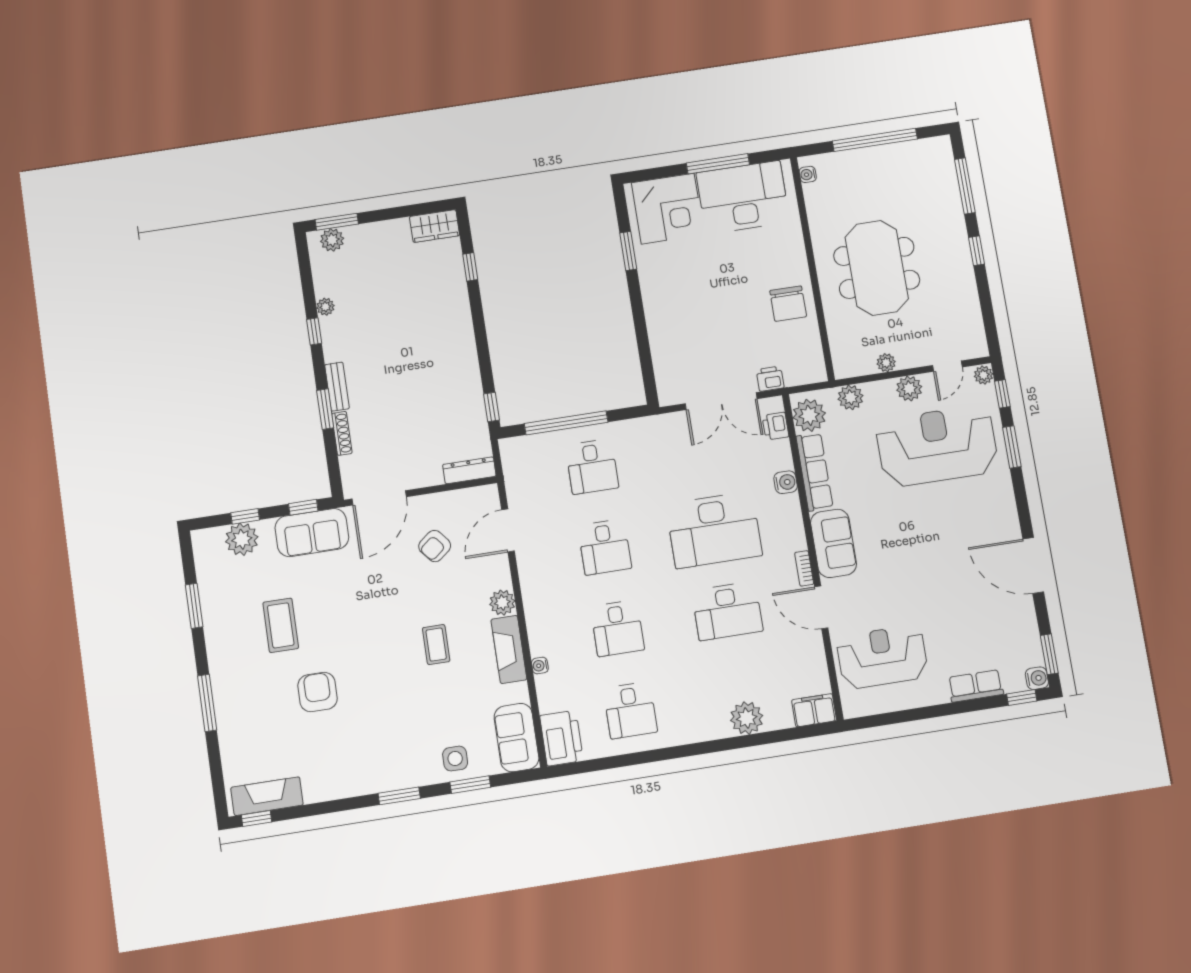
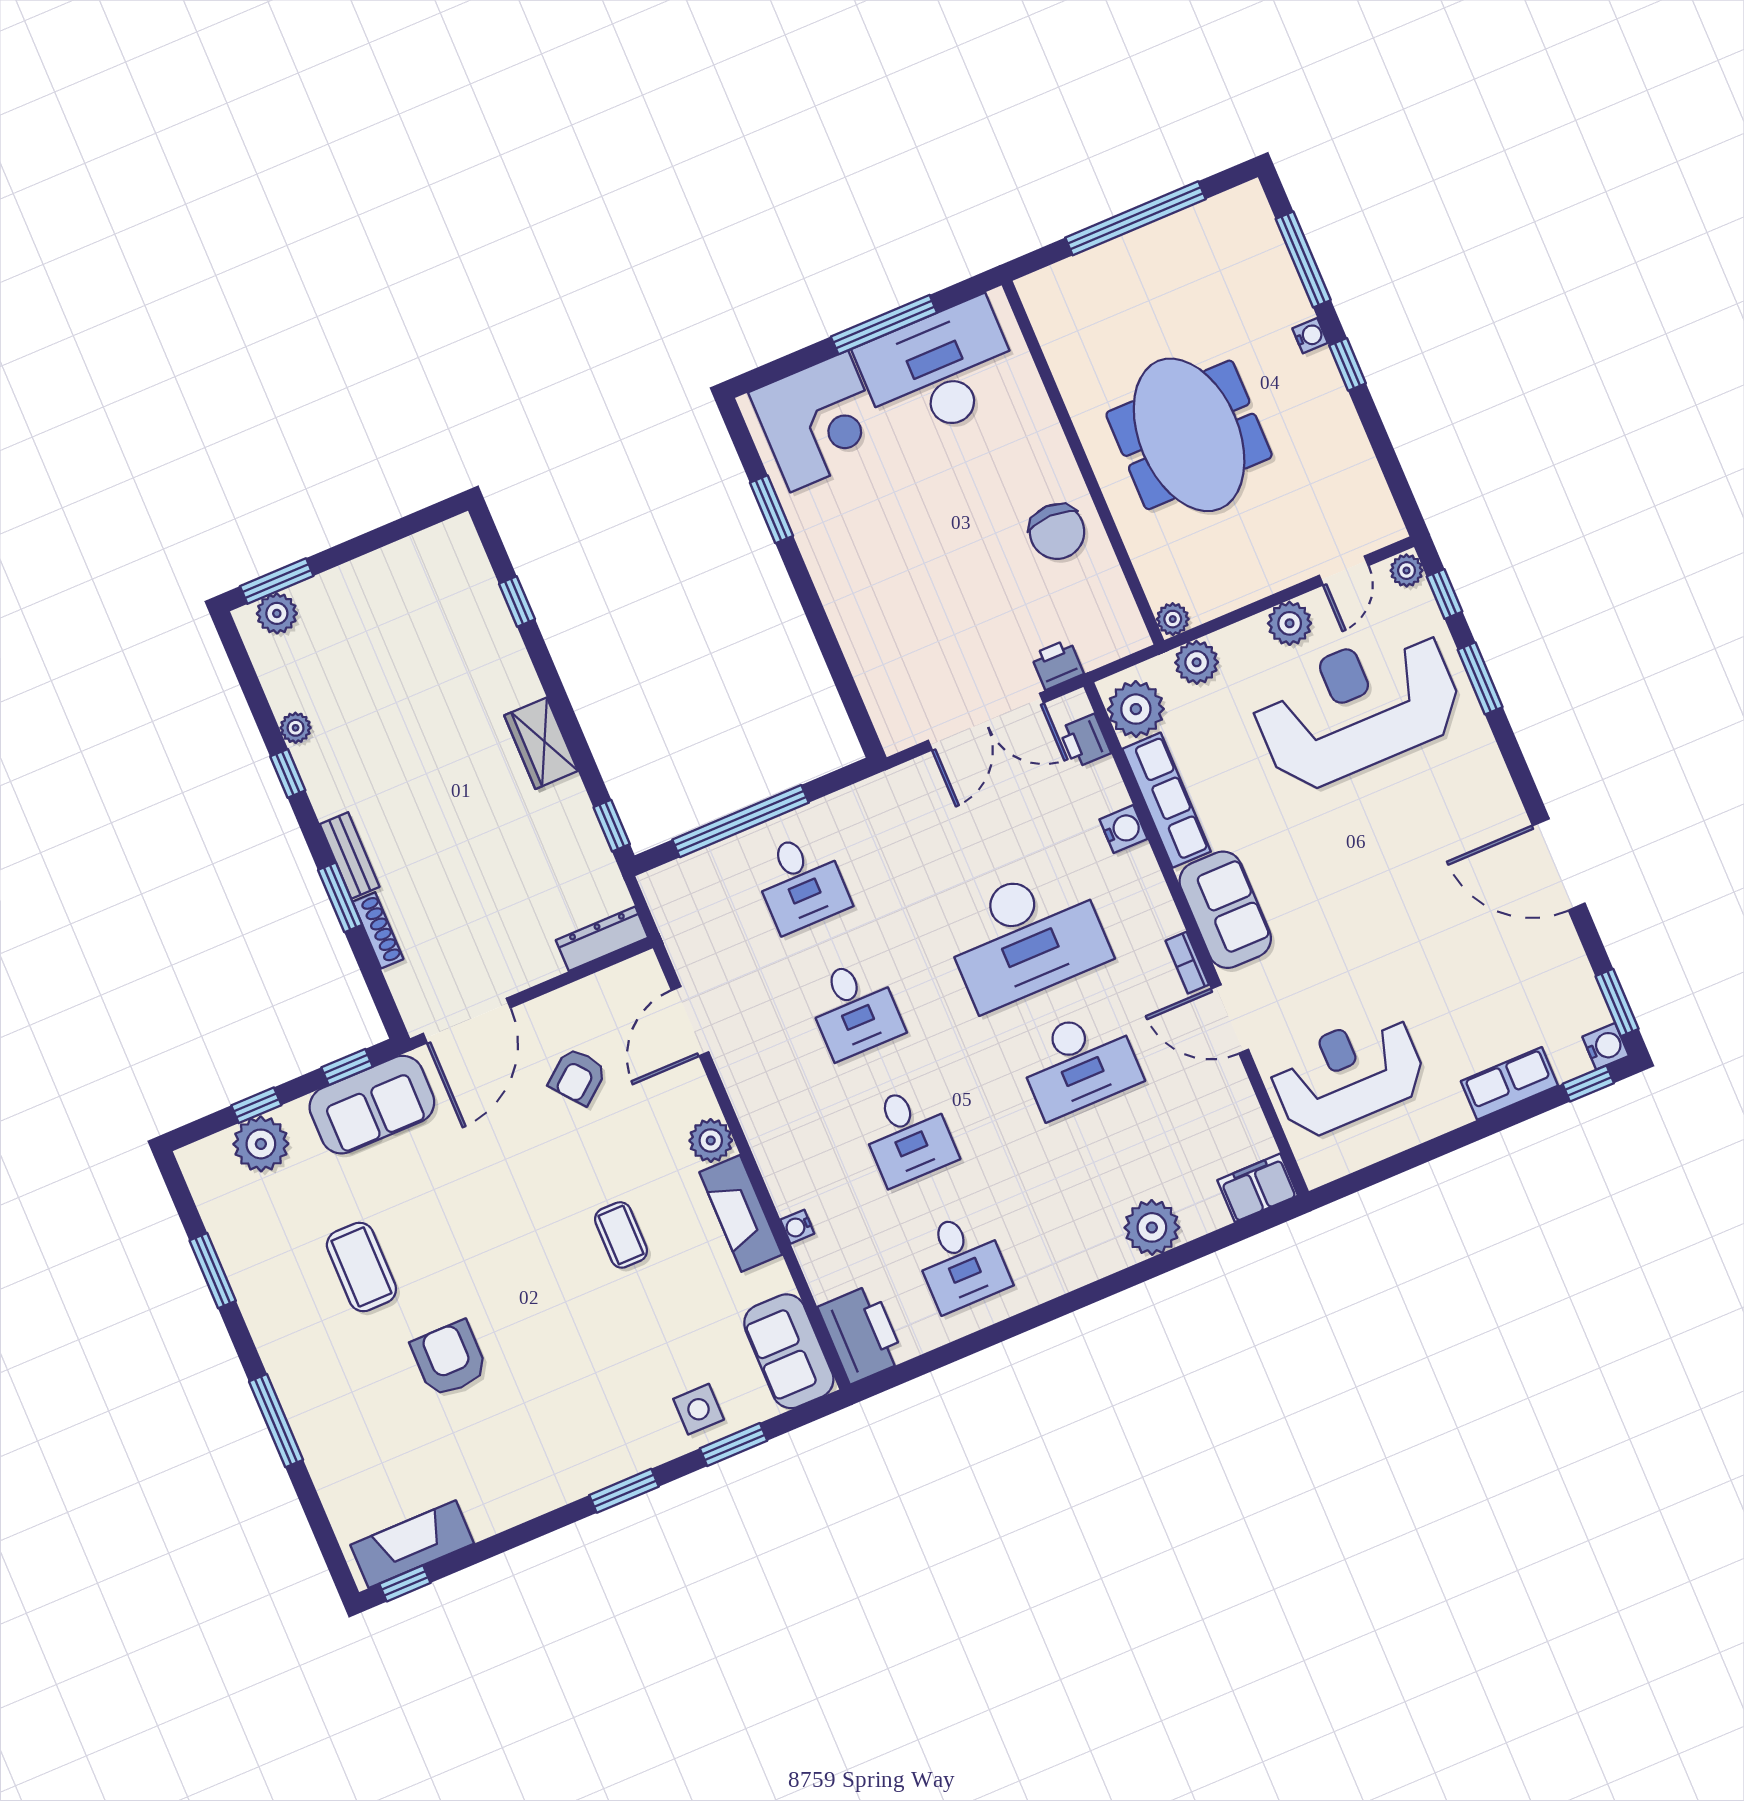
water cooler: (808, 174) -> (1310, 336), moved, turned 180
wardrobe: (435, 226) -> (541, 743), moved, turned 90
plant: (886, 363) -> (1173, 619), moved

